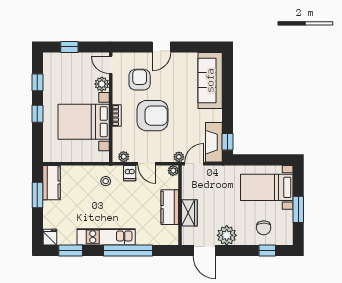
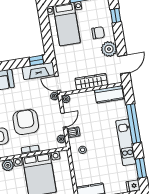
kitchen counter: (170, 207) -> (109, 94), moved
wardrobe: (189, 213) -> (91, 82), width x1.50
chair: (264, 228) -> (98, 33), moved

